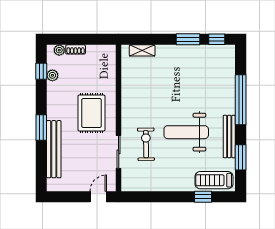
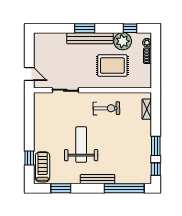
plant: (52, 75) -> (123, 41), width x1.88, depth x1.88
window: (241, 100) -> (124, 188), moved
rug: (91, 113) -> (112, 66), moved
bench: (229, 137) -> (98, 179), moved
exercise bike: (146, 144) -> (106, 108), moved
bench: (54, 149) -> (90, 38), moved

